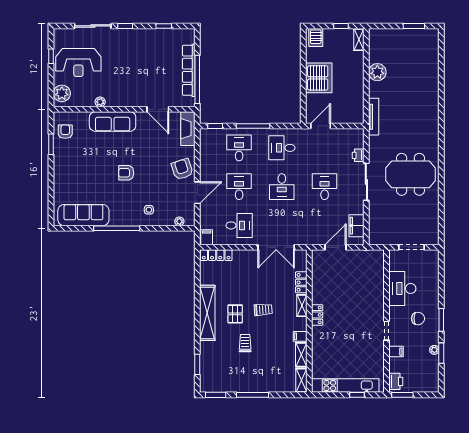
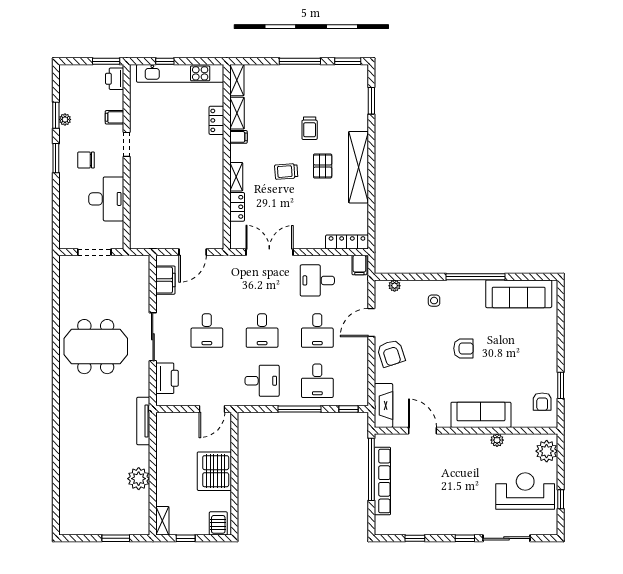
window: (414, 26) -> (116, 538), moved
printer: (358, 155) -> (167, 378), width x1.87, depth x1.48
desk: (282, 187) -> (262, 331), turned 180
locker: (317, 315) -> (216, 120), moved

